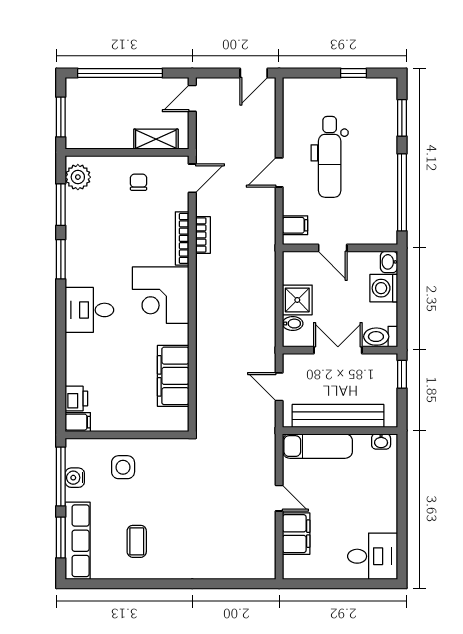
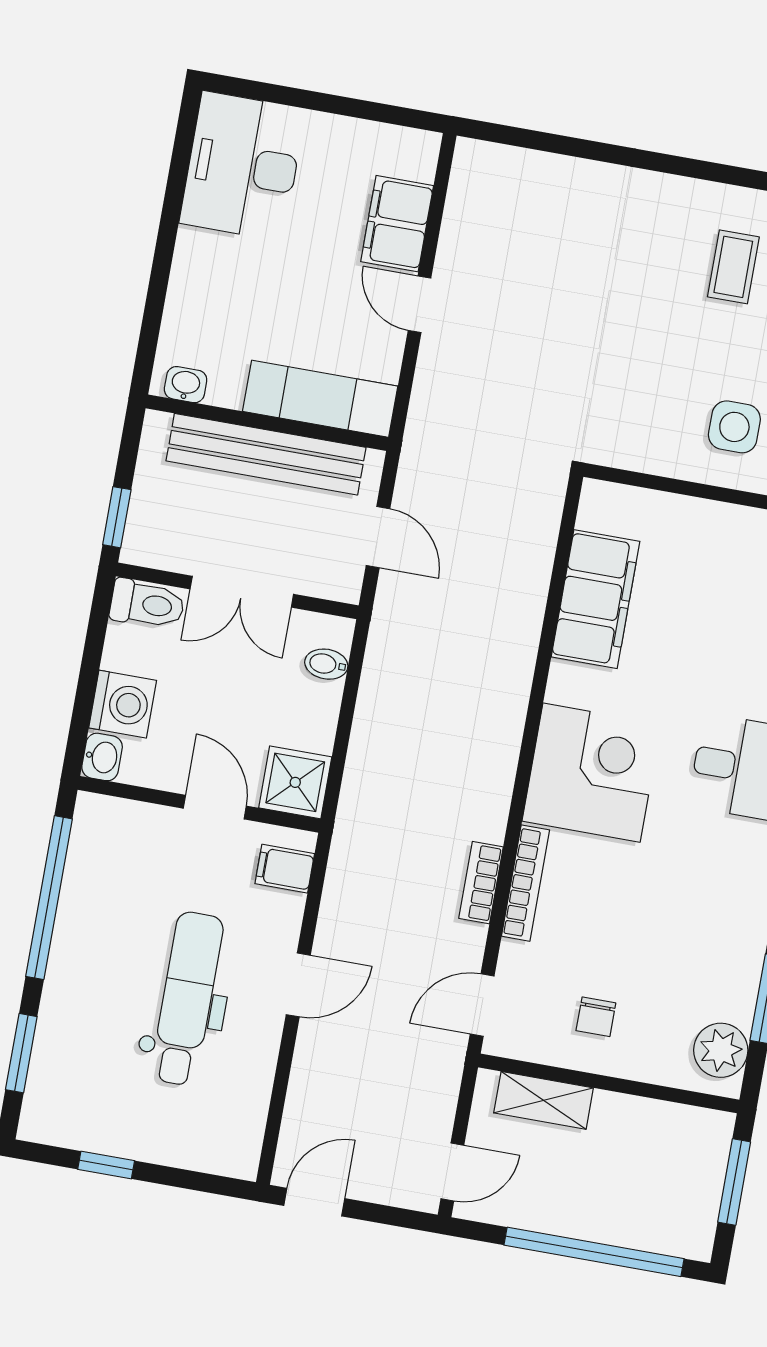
shower: (297, 300) -> (295, 782), moved
desk: (373, 556) -> (243, 166), width x1.37

